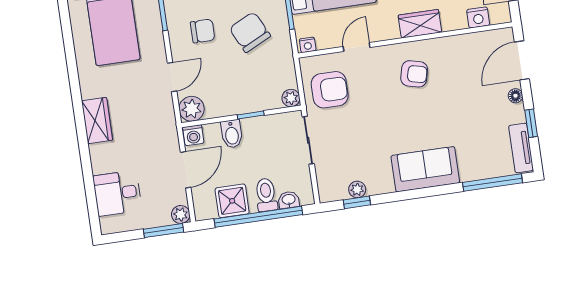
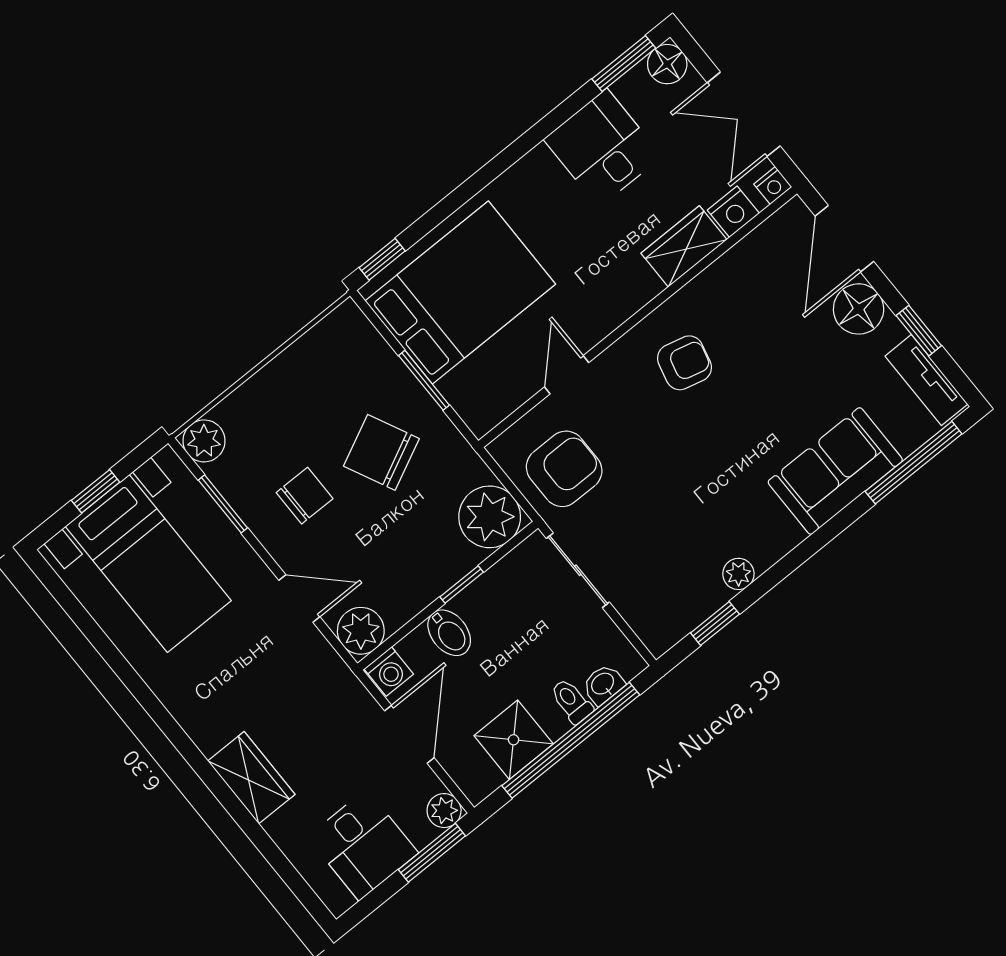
wardrobe: (420, 24) -> (684, 246), moved
nightstand: (308, 45) -> (773, 186), moved
door: (172, 77) -> (299, 599), hinge flipped
floor lamp: (515, 96) -> (859, 309), width x1.89, depth x1.89
plant: (291, 98) -> (490, 517), width x1.88, depth x1.88
wardrobe: (97, 121) -> (251, 778), moved
sofa: (425, 169) -> (835, 471), moved
plant: (357, 189) -> (738, 574), moved
desk: (117, 193) -> (363, 845), moved, turned -90
toilet: (266, 195) -> (571, 701), width x0.73, depth x0.72

